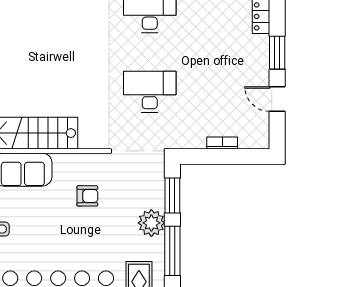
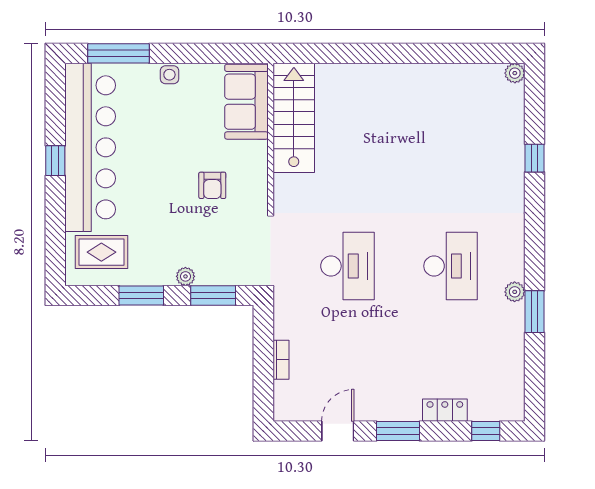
plant: (151, 223) -> (185, 276), width x0.53, depth x0.53
window: (172, 251) -> (141, 295), width x0.69

